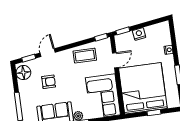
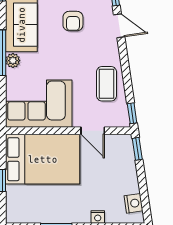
nightstand: (139, 34) -> (133, 203), moved
bed: (143, 88) -> (43, 159), width x0.73

